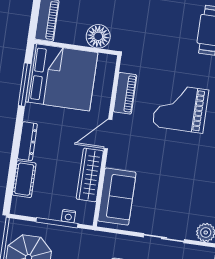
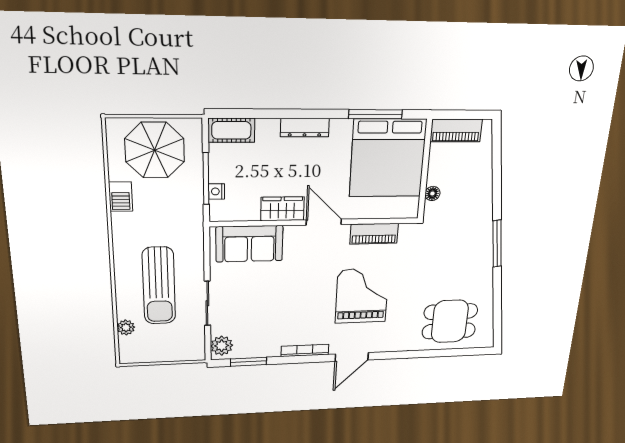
floor lamp: (98, 36) -> (432, 193), width x0.53, depth x0.53
wardrobe: (90, 175) -> (282, 209), width x0.67
cot: (24, 179) -> (231, 130), moved

